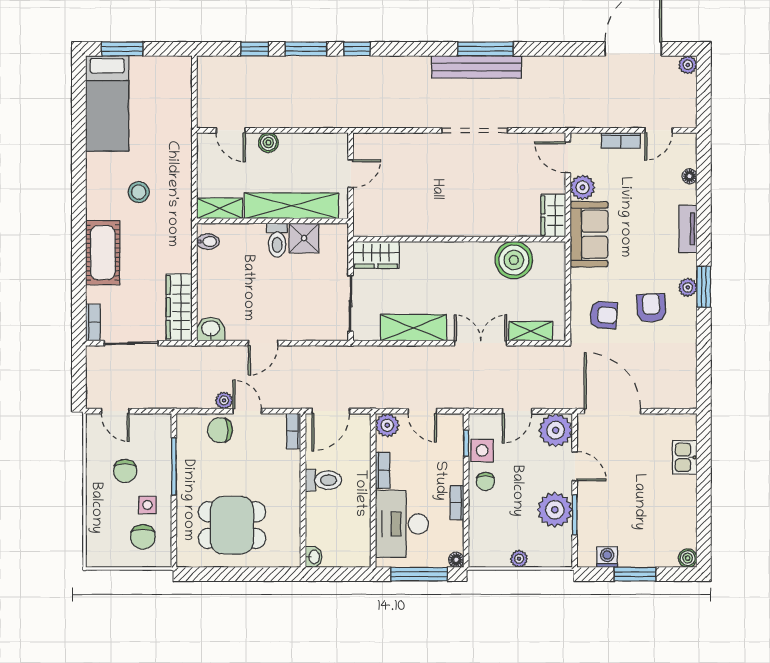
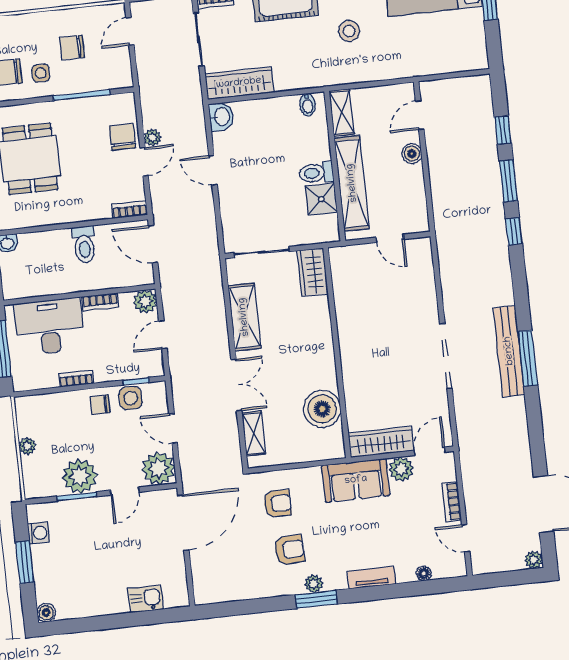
wardrobe: (553, 216) -> (381, 442), width x1.50
armchair: (604, 315) -> (277, 503), turned -94
floor lamp: (456, 560) -> (20, 384), removed

